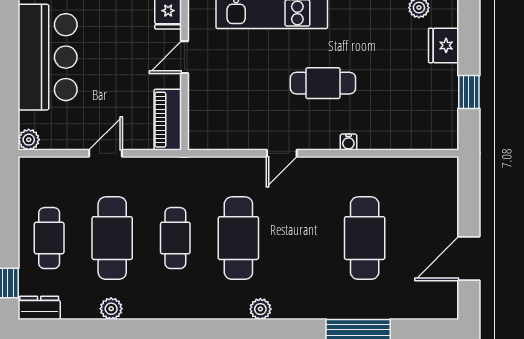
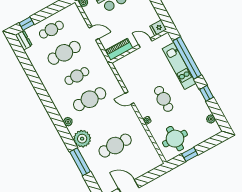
fridge: (444, 45) -> (202, 136), removed
round table: (419, 105) -> (175, 139), added
plant: (111, 309) -> (82, 139), moved, width x1.87, depth x1.87

